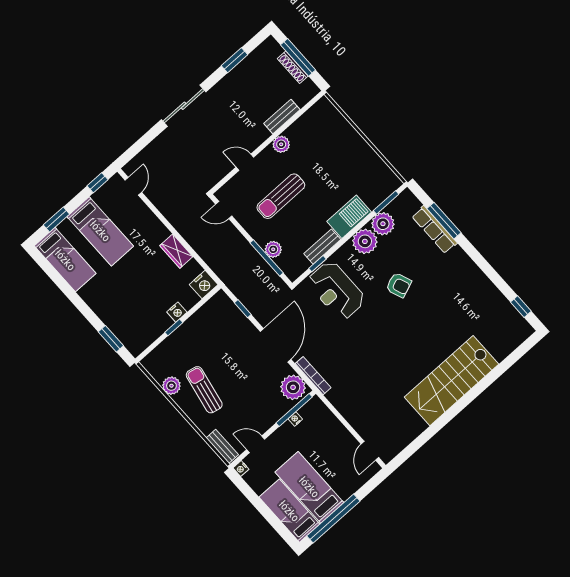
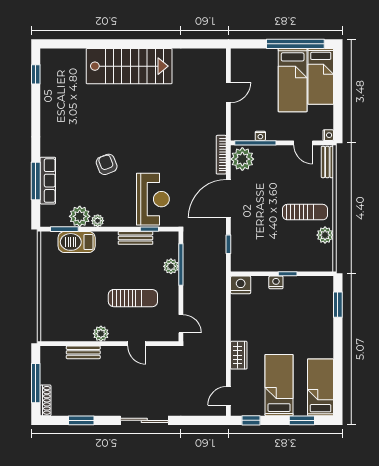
shoe rack: (293, 67) -> (46, 400), moved
barbecue: (349, 217) -> (77, 242), moved
plant: (365, 241) -> (98, 221), width x0.53, depth x0.53
wardrobe: (176, 251) -> (239, 355), moved
sun lounger: (204, 390) -> (305, 212), turned -101
door: (370, 451) -> (228, 93), moved

